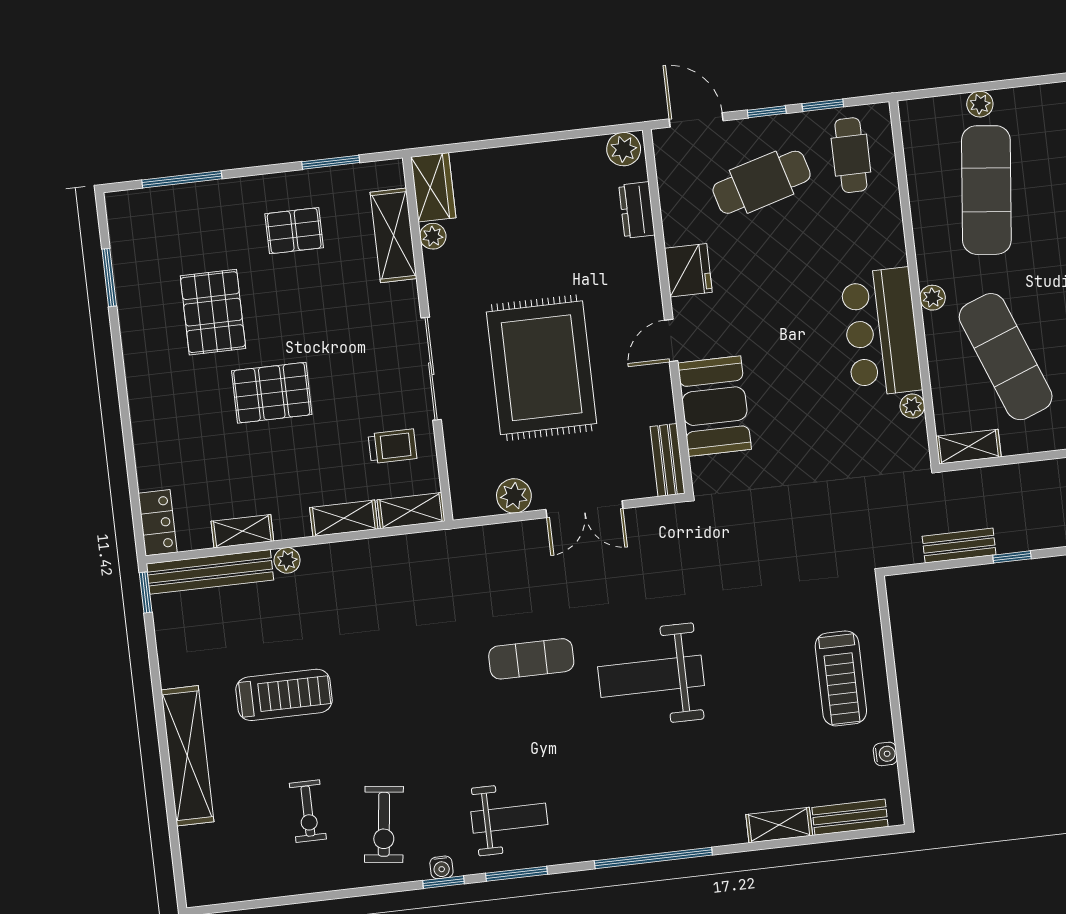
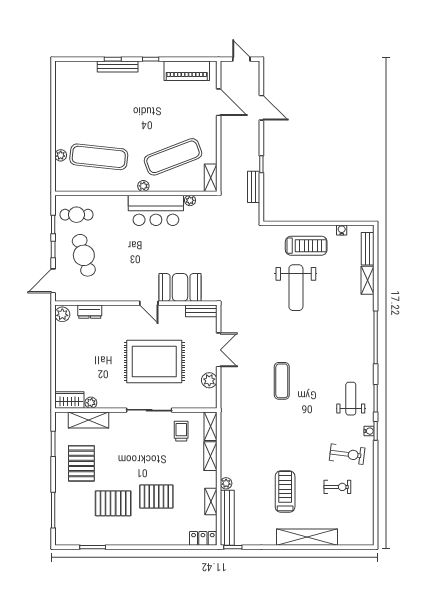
pallet: (294, 231) -> (81, 463), width x1.50, depth x1.42
fridge: (688, 270) -> (119, 292), removed
pallet: (272, 393) -> (156, 496), moved, turned 90
weight bench: (651, 676) -> (296, 288), moved

